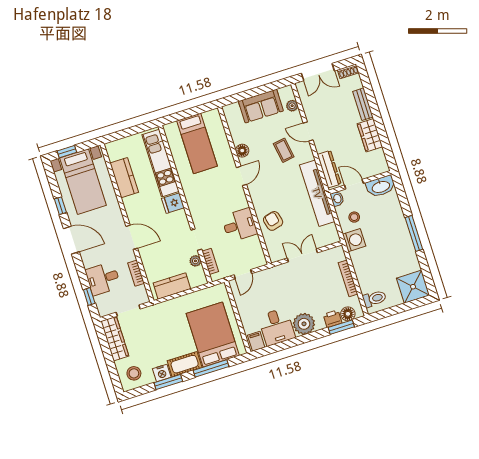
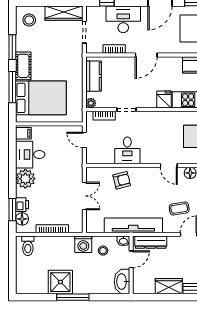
plant: (195, 261) -> (91, 103), moved
desk: (103, 278) -> (123, 19), width x1.37
shower: (413, 287) -> (60, 282), moved
nightstand: (162, 373) -> (22, 44), removed

